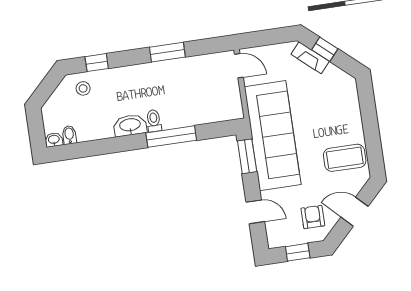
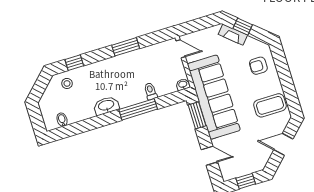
toilet: (154, 121) -> (150, 91), moved
washbasin: (54, 140) -> (183, 85), moved
armchair: (313, 217) -> (258, 66), moved, turned -90

